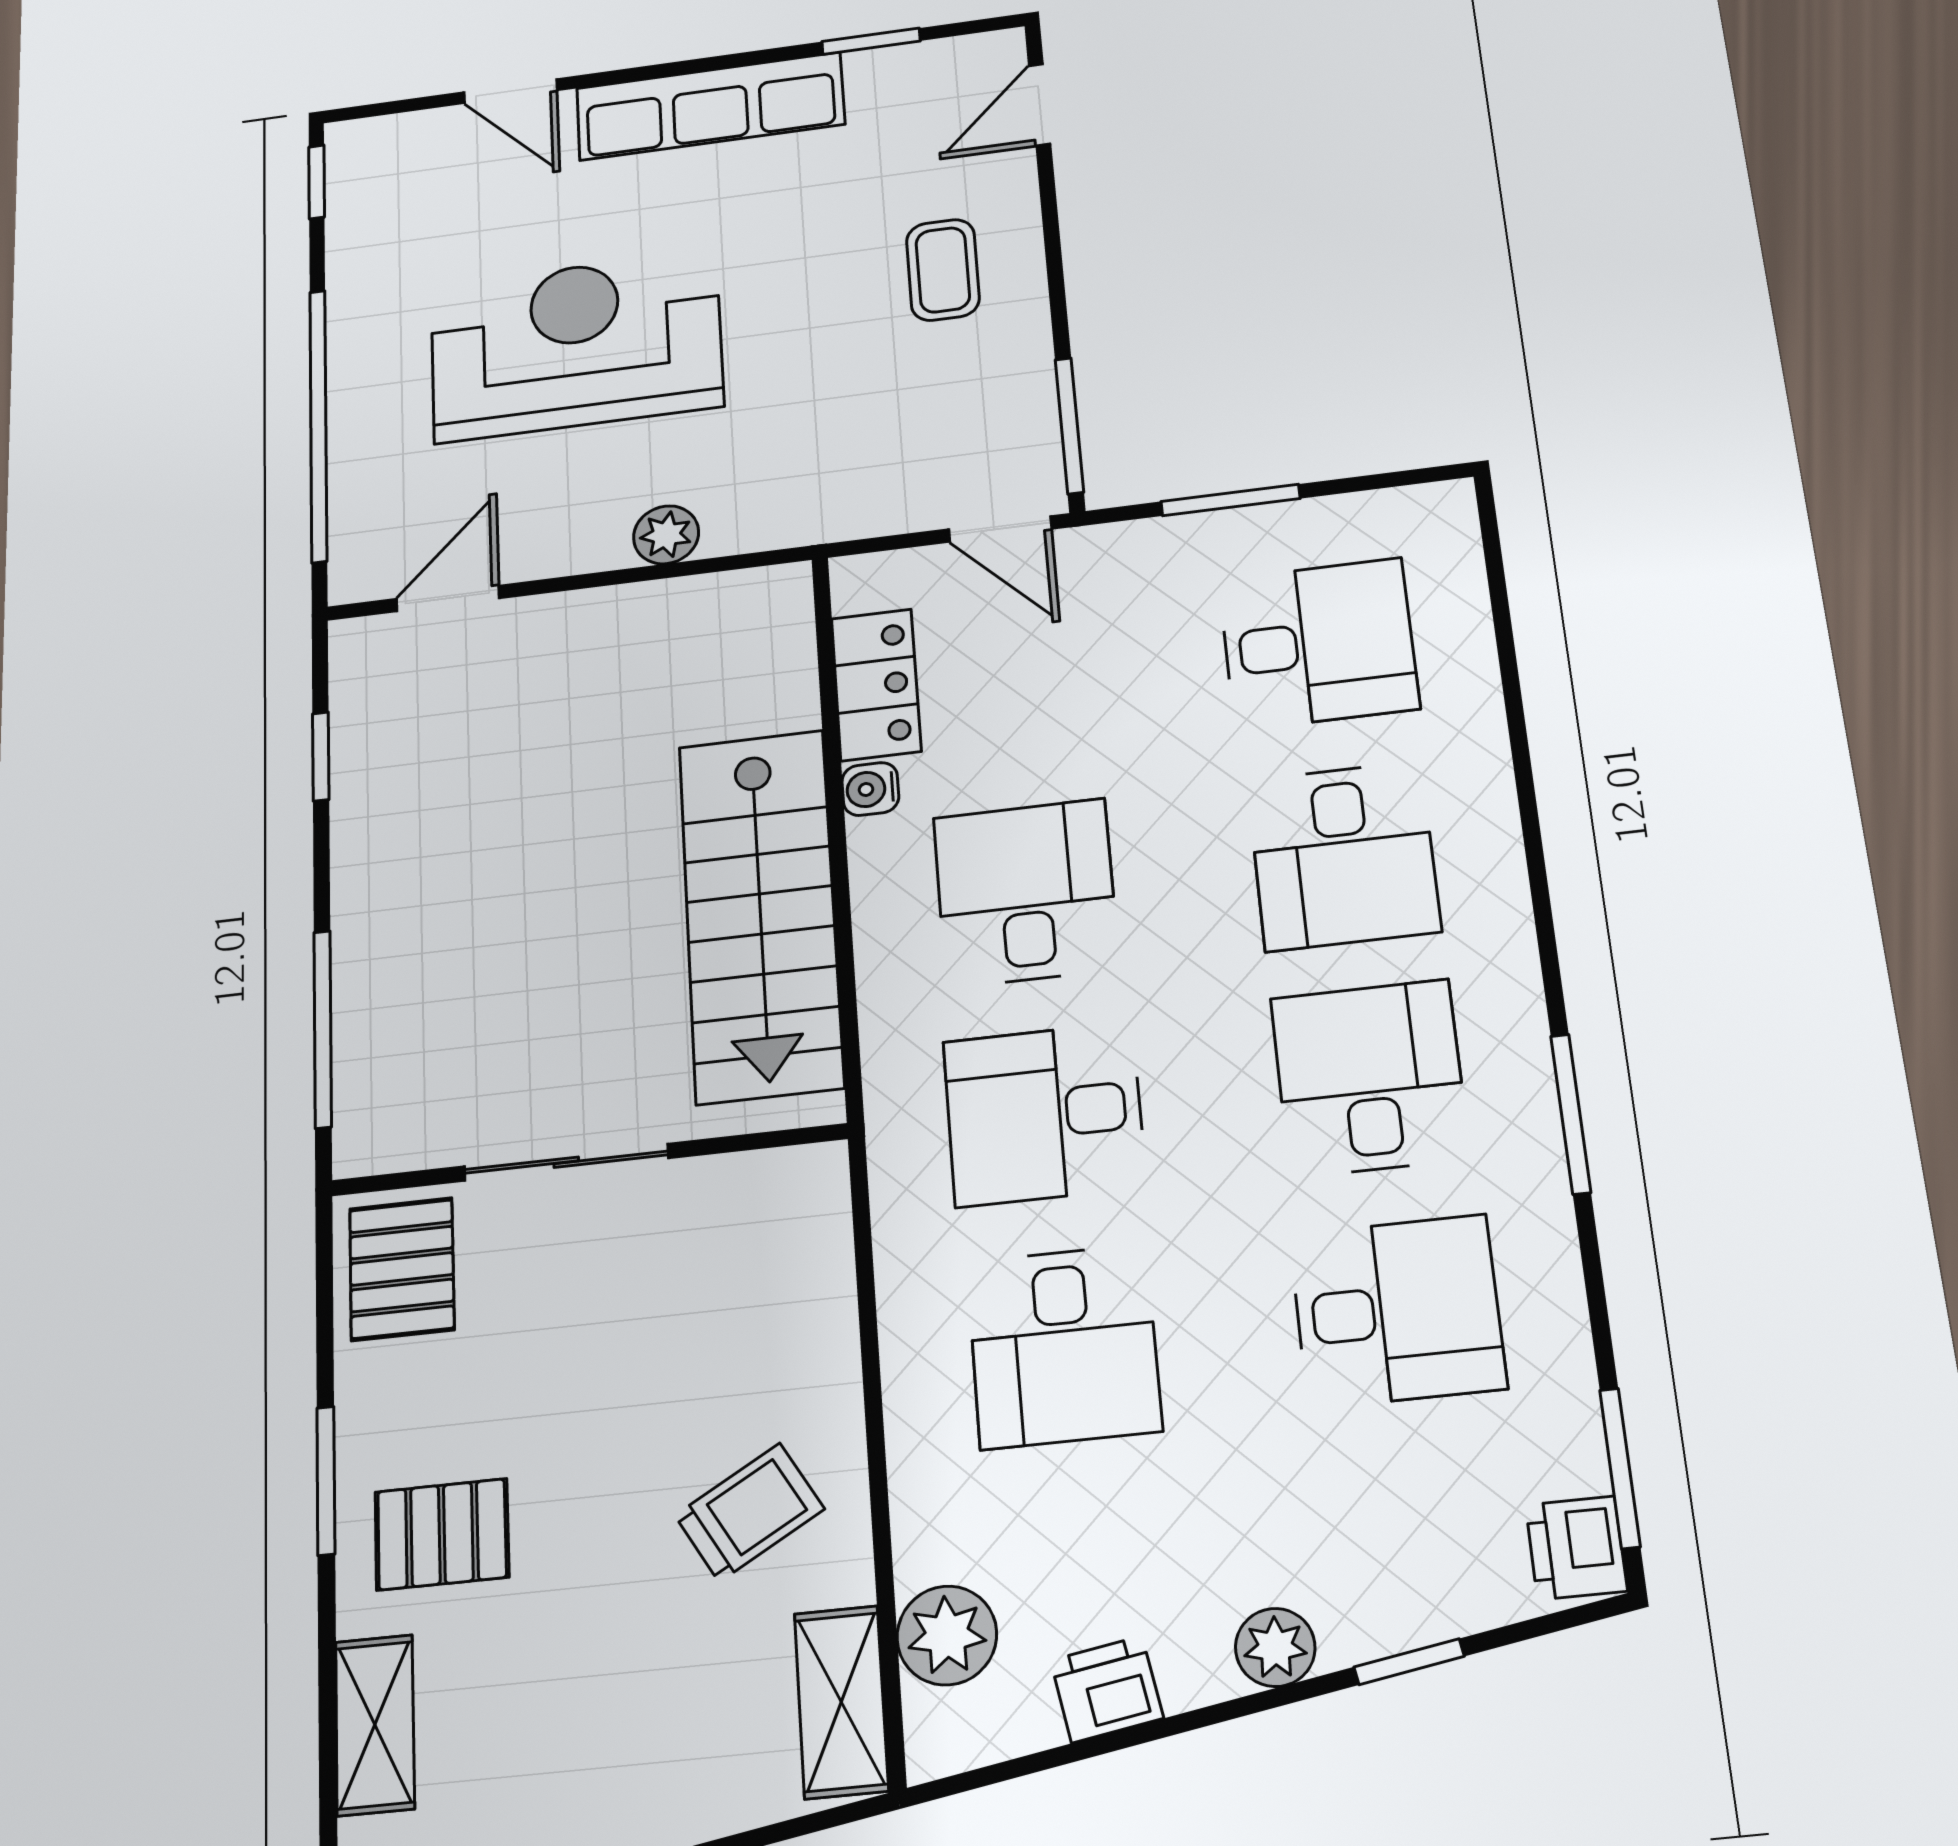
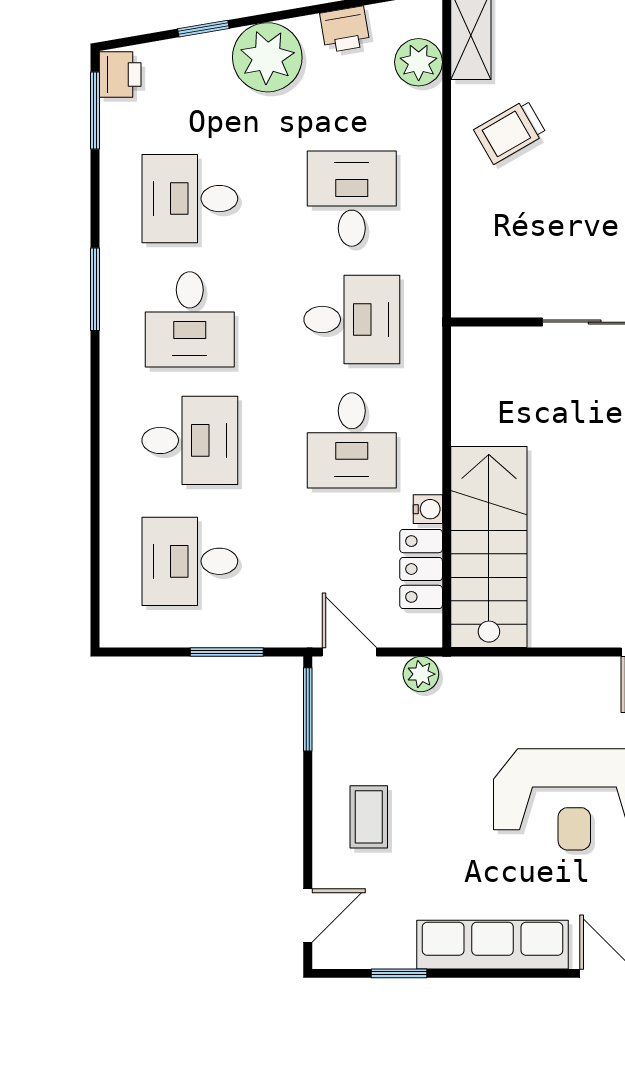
plant: (666, 535) -> (421, 674), moved
desk: (1343, 856) -> (190, 440), turned 90
stairs: (760, 915) -> (489, 547), moved
plant: (1275, 1647) -> (267, 57), width x1.87, depth x1.87

